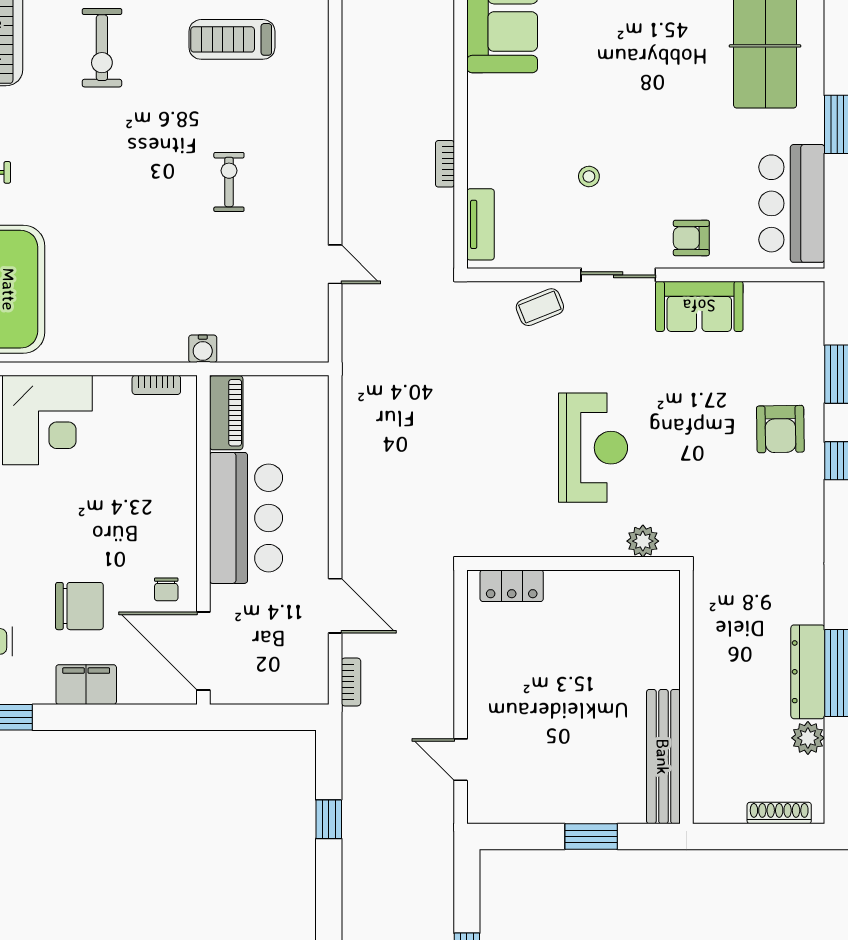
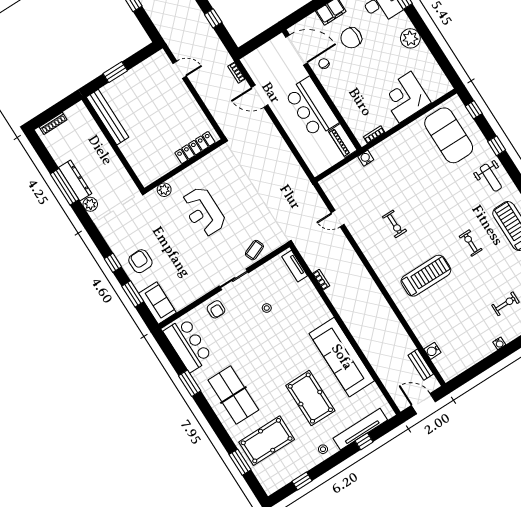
treadmill: (232, 39) -> (426, 276), width x1.37, depth x1.38
exercise bike: (102, 48) -> (471, 243), width x0.73, depth x0.72
armchair: (691, 238) -> (216, 309), turned 90
sofa: (699, 306) -> (157, 303), moved, turned 90
locker: (512, 586) -> (195, 148), width x1.53
plant: (808, 738) -> (90, 204), moved

